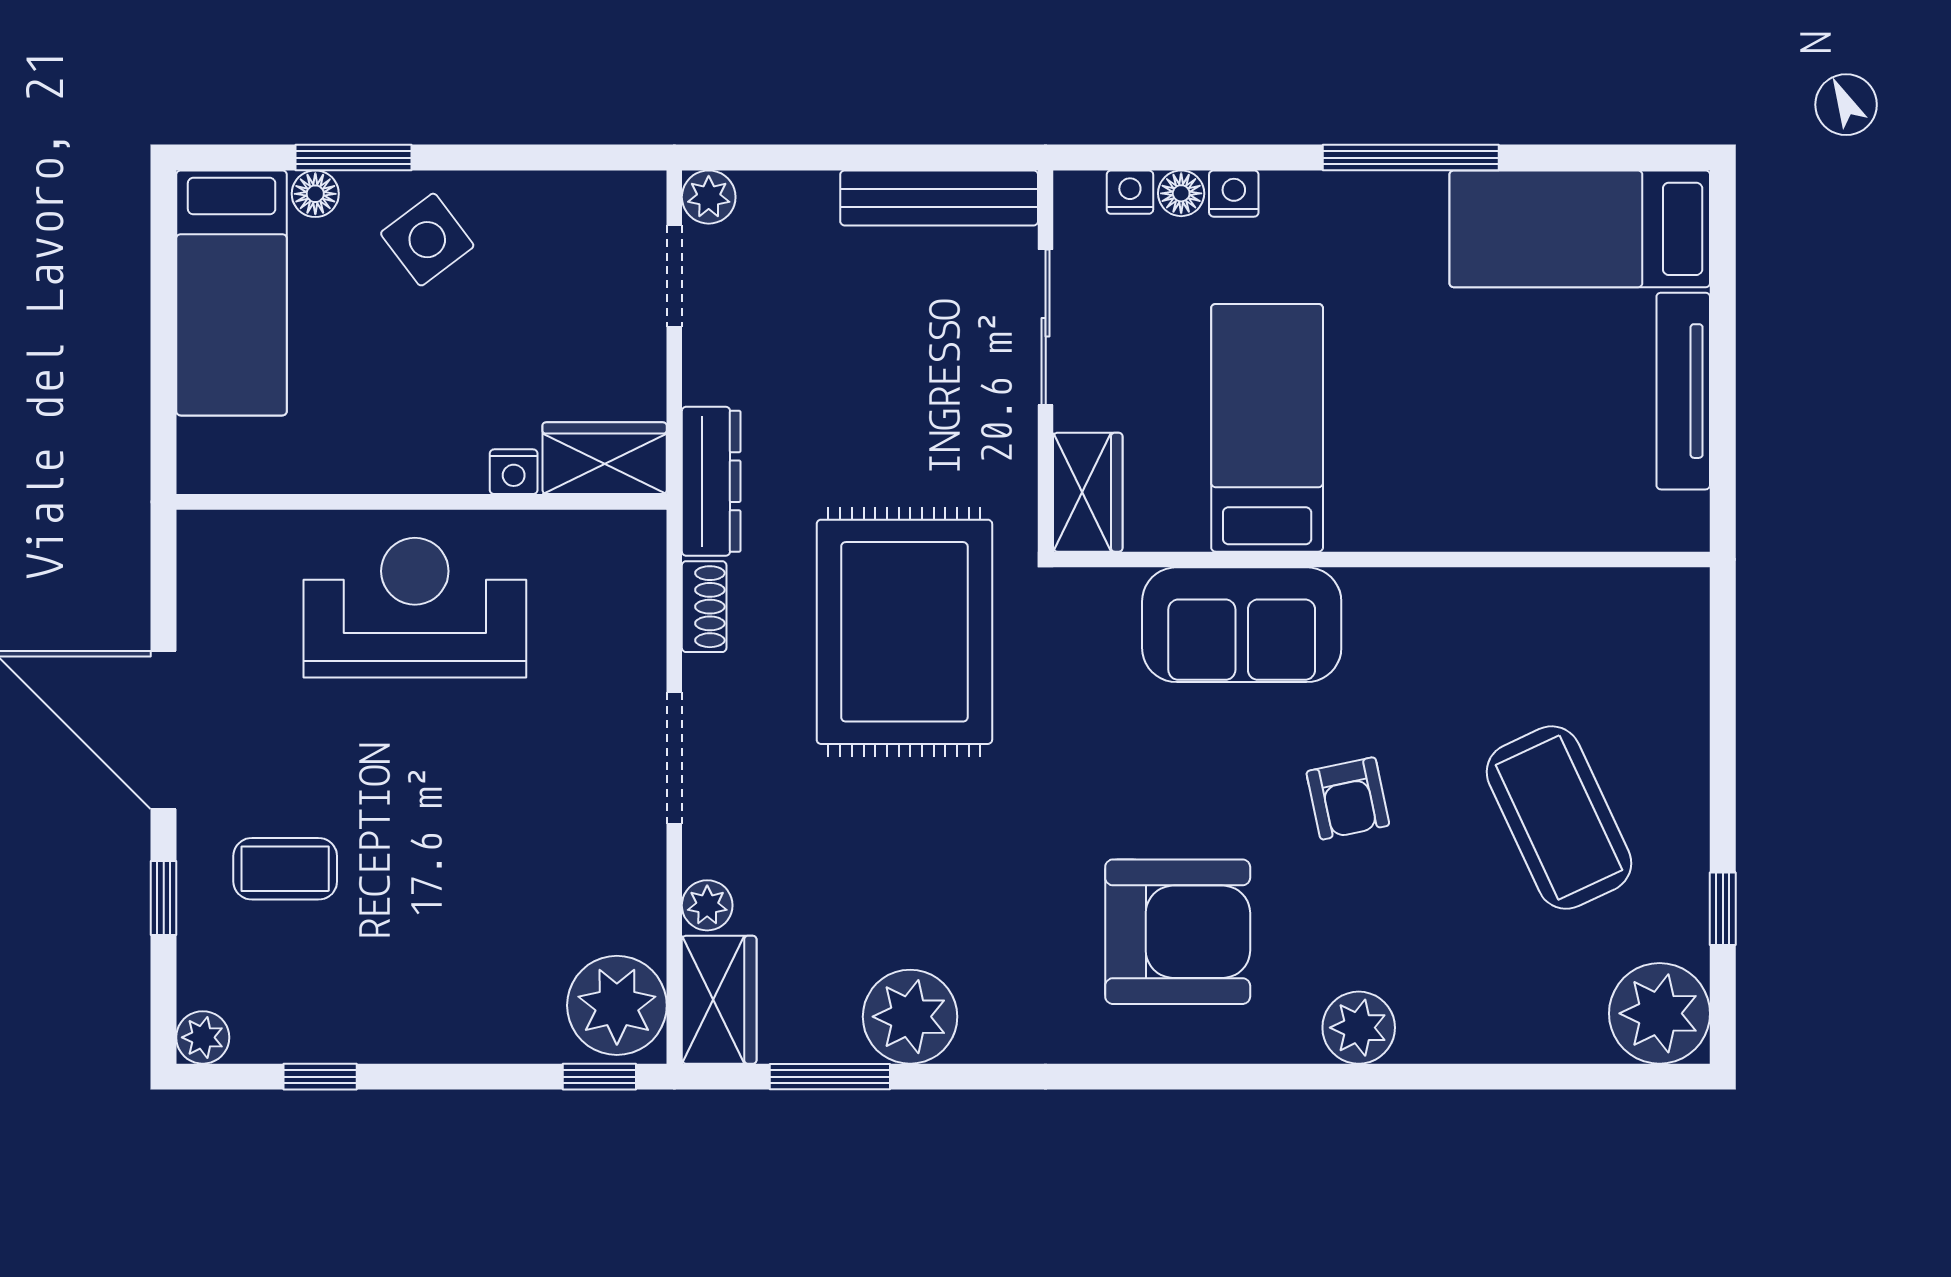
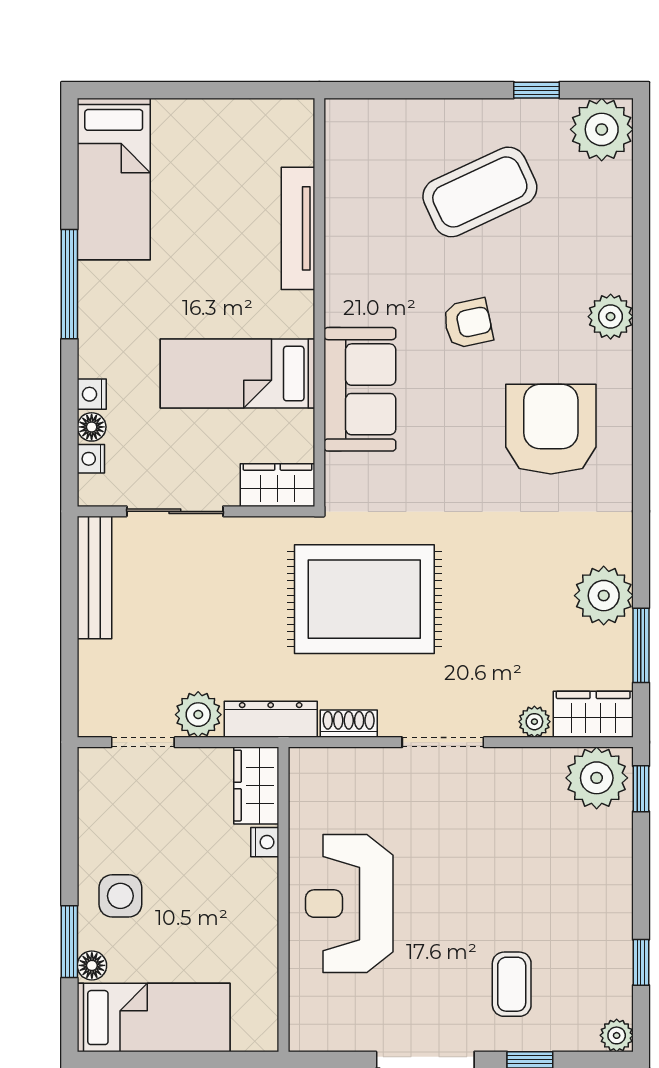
plant: (709, 197) -> (198, 715), moved, width x1.38, depth x1.38
side table: (427, 240) -> (120, 896), turned 37
tv unit: (1683, 391) -> (298, 228), moved, turned 90

